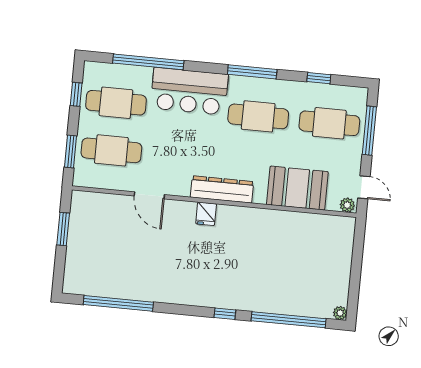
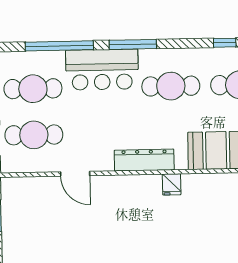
window: (252, 72) -> (133, 44), moved
fridge: (206, 214) -> (172, 184), moved

